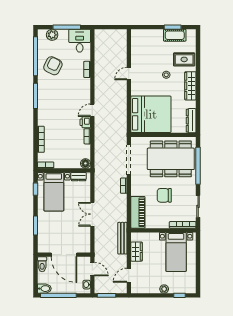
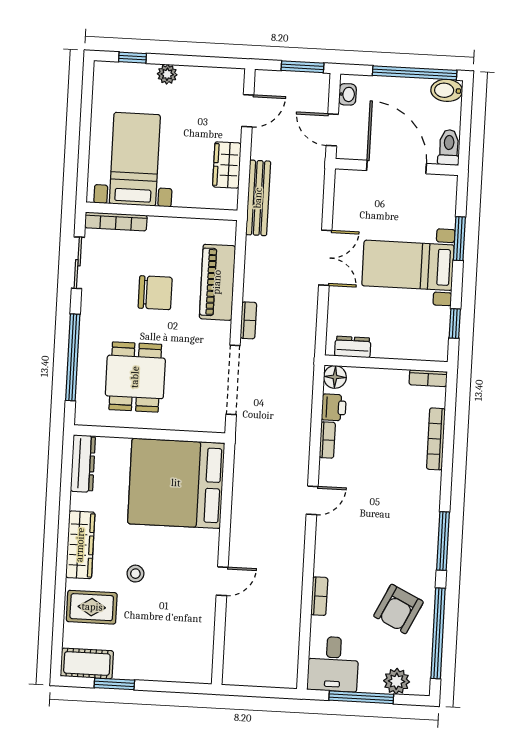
cot: (175, 35) -> (87, 664), moved
printer: (85, 122) -> (334, 407), moved
dining table: (171, 159) -> (135, 377), width x0.53, depth x0.80
bed with nightstands: (54, 192) -> (408, 265), moved, turned -90
piano: (138, 212) -> (217, 282), moved

